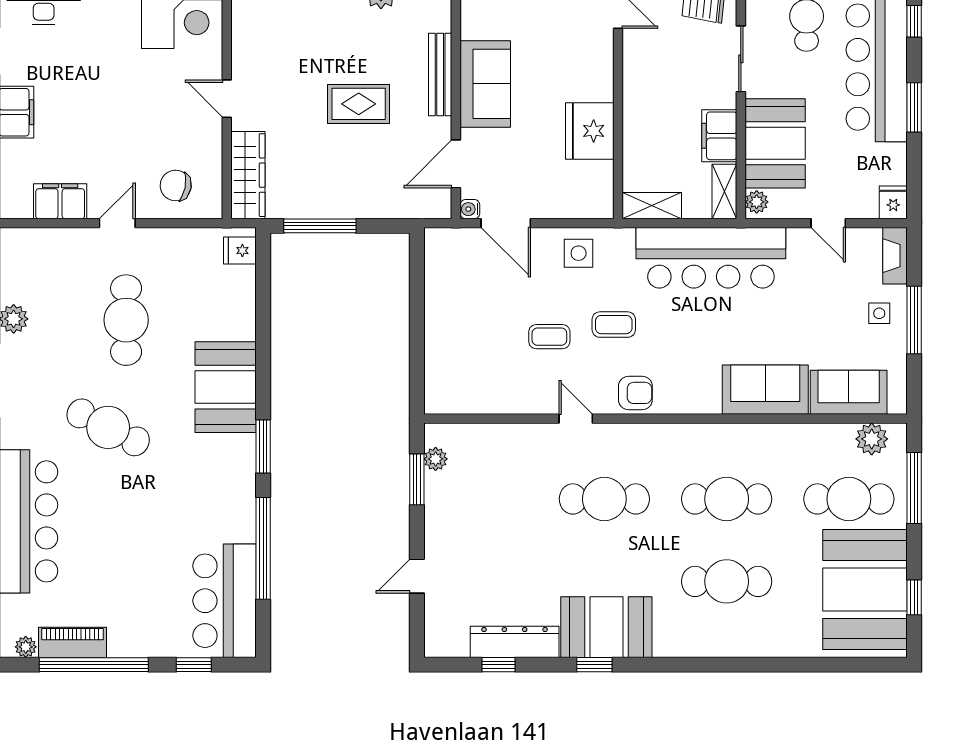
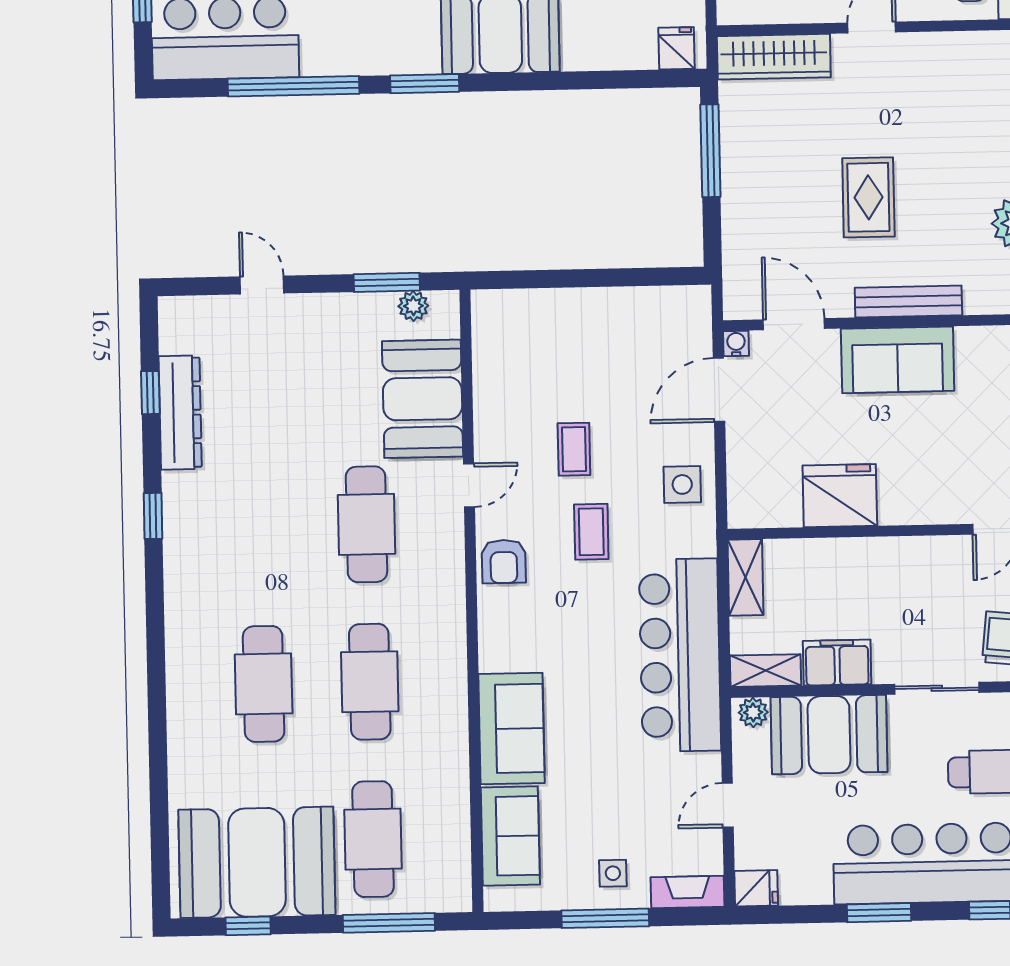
plant: (872, 439) -> (451, 867), removed
booth: (606, 627) -> (423, 399), moved

